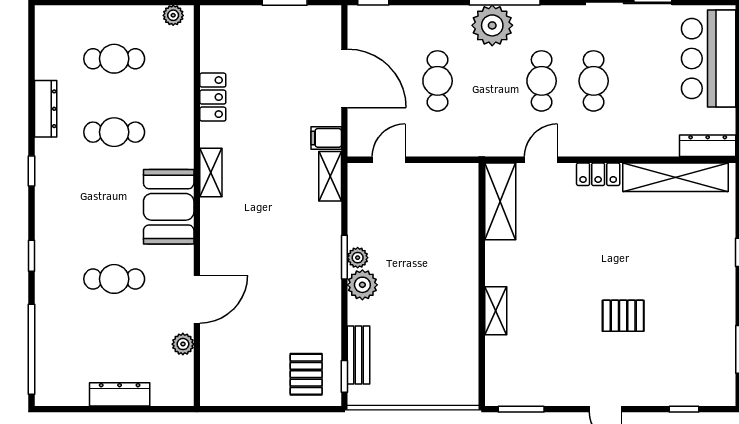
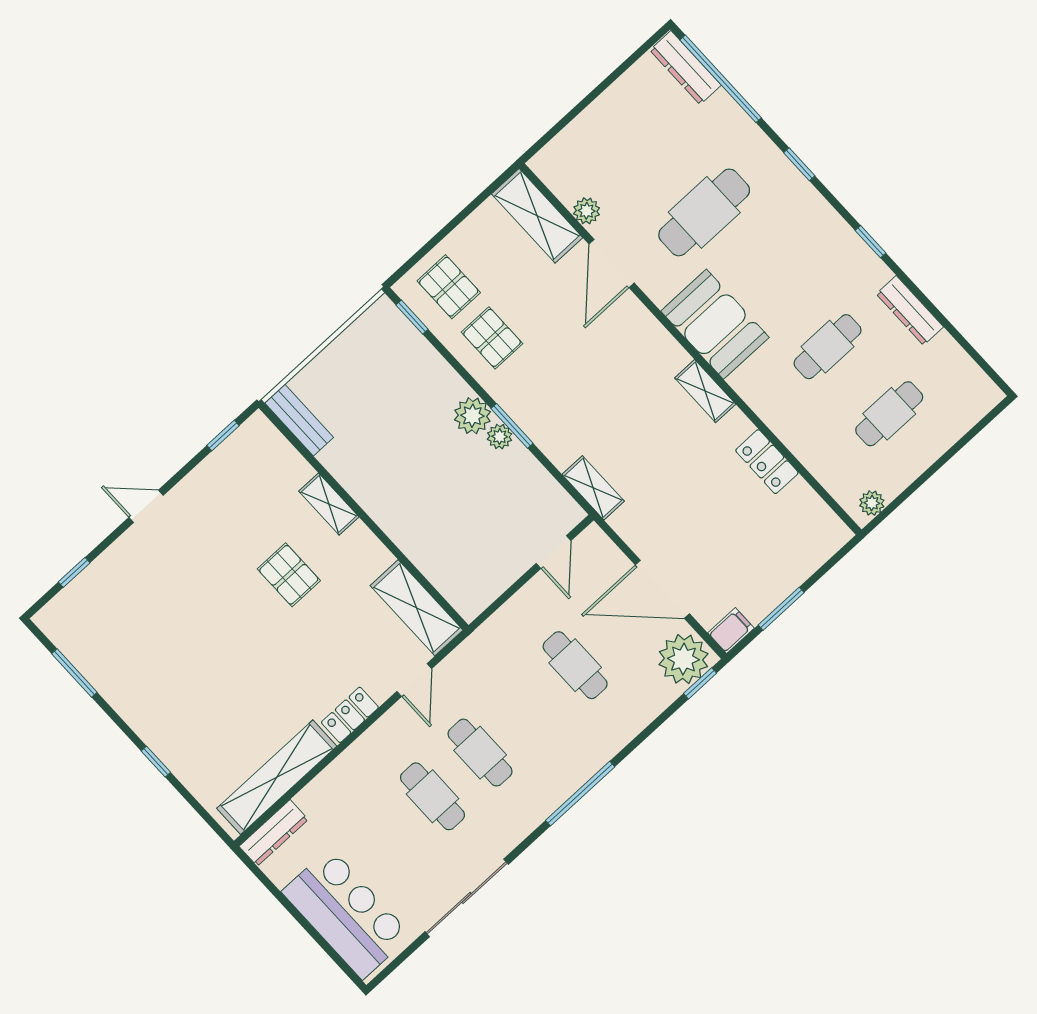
plant: (492, 25) -> (683, 659), moved
filing cabinet: (326, 138) -> (731, 631), moved
cafe table: (114, 279) -> (704, 212), width x1.37, depth x1.35
pallet: (623, 316) -> (289, 575), moved, turned 90
pallet: (308, 320) -> (492, 338), added
bench: (359, 355) -> (299, 420), moved
shelving: (215, 368) -> (537, 216), added
dresser: (120, 394) -> (685, 68), moved, turned 90
window: (521, 409) -> (223, 435), width x0.67

